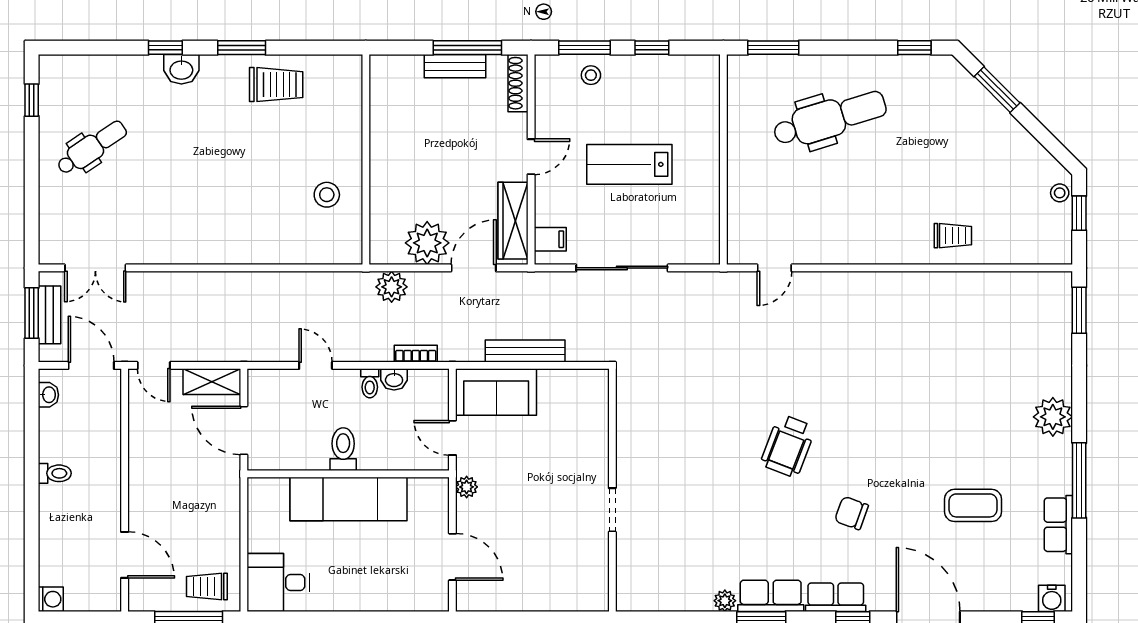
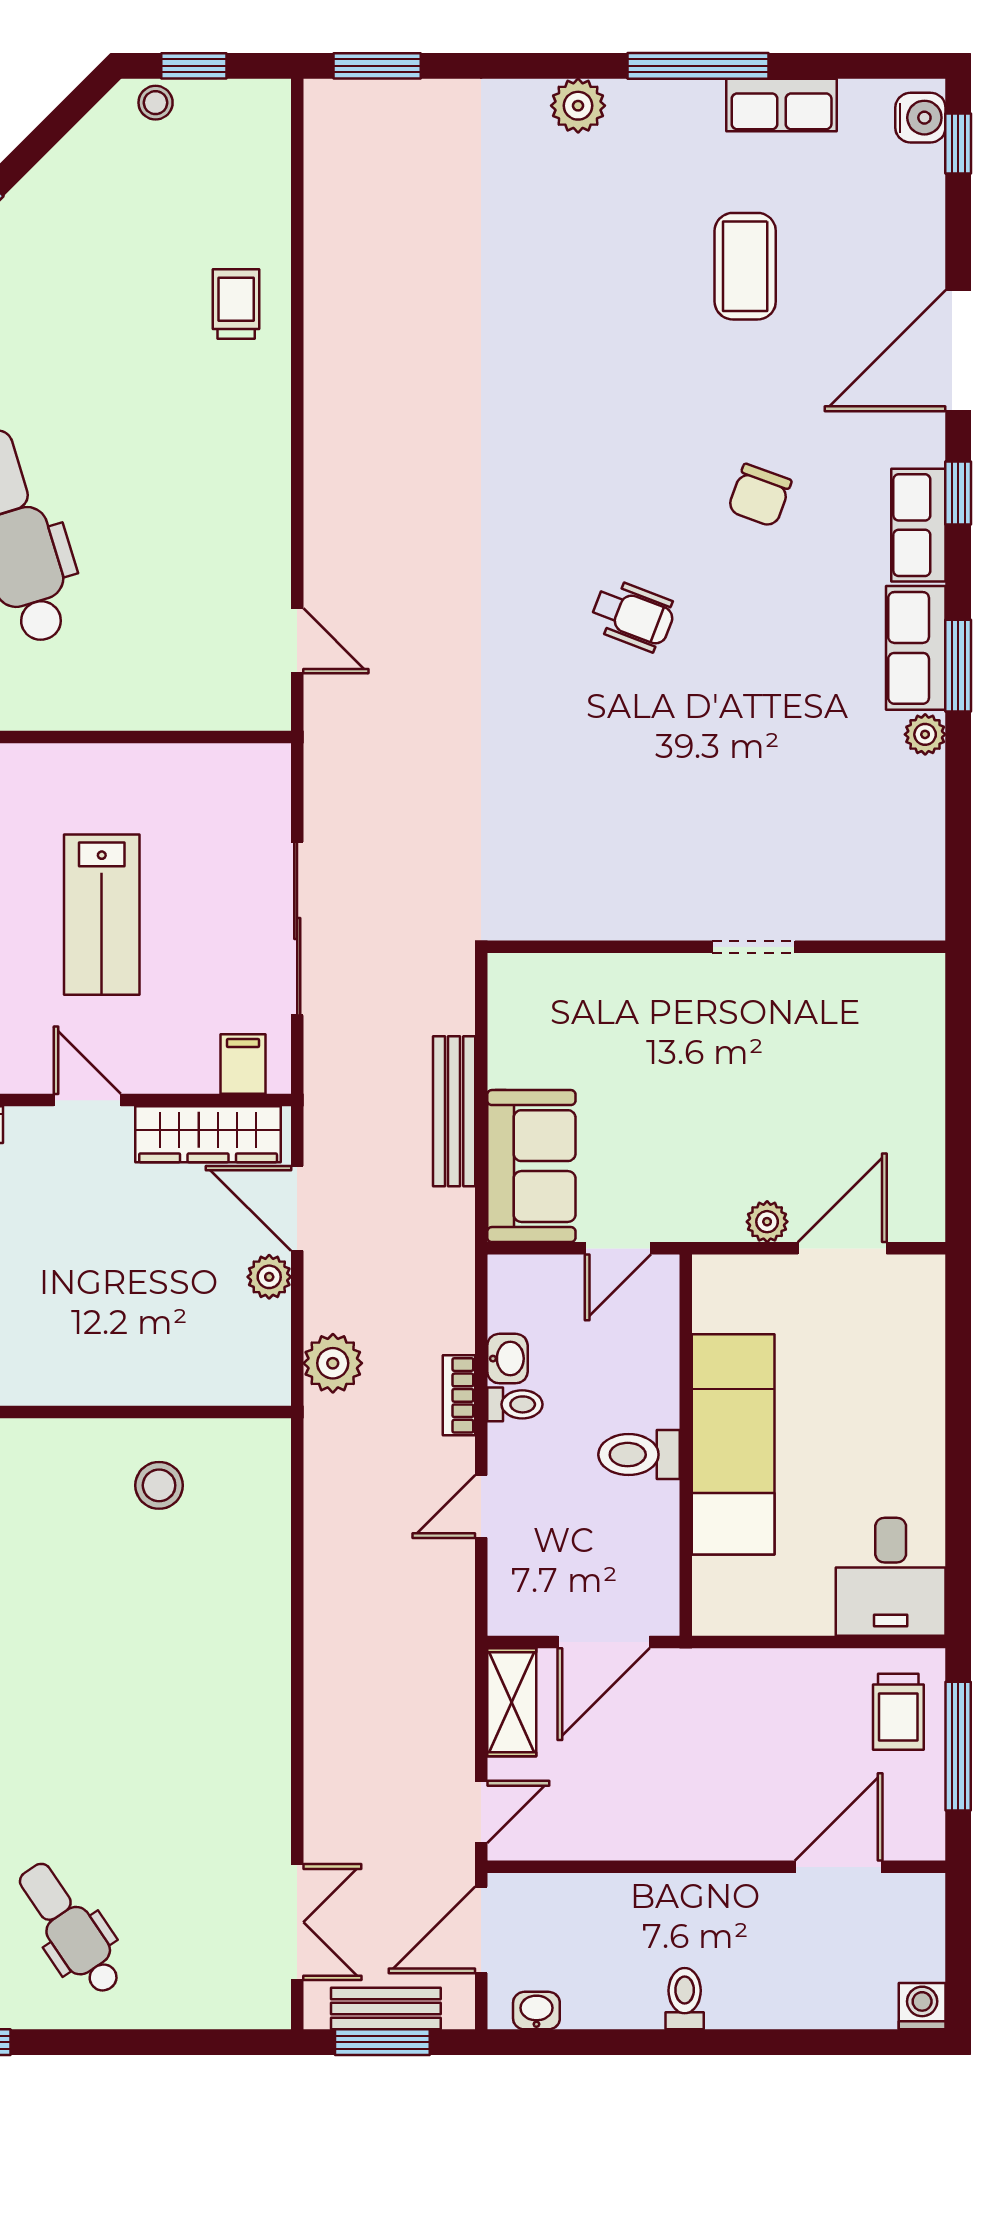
plant: (427, 243) -> (269, 1277), width x0.53, depth x0.53
bookcase: (416, 354) -> (459, 1395), moved
plant: (1053, 417) -> (578, 106), width x0.73, depth x0.73
wheelchair: (788, 446) -> (633, 615), width x0.73, depth x0.73
plant: (467, 487) -> (767, 1222), moved

